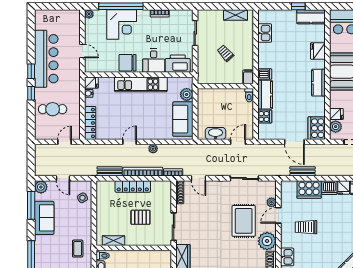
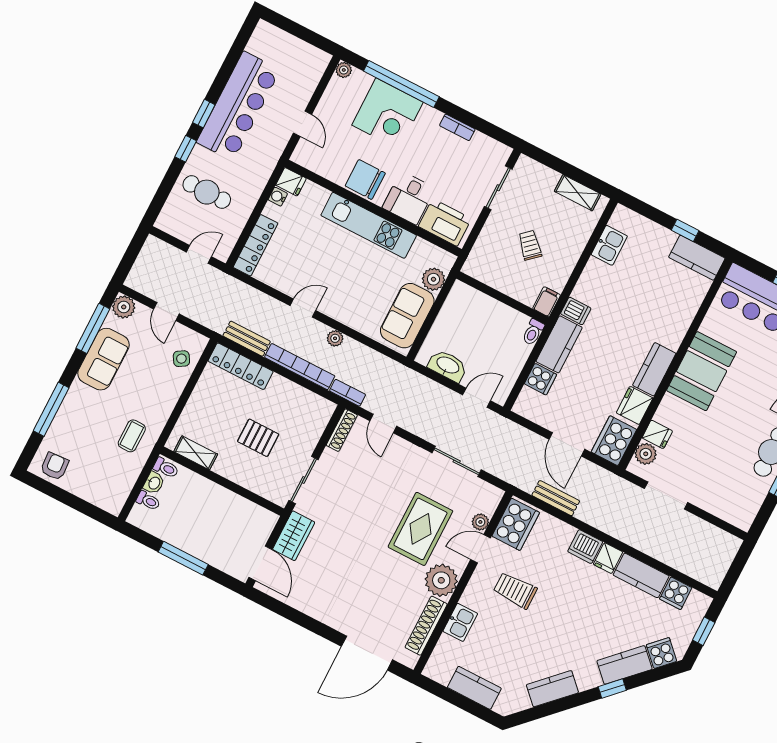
fridge: (318, 51) -> (635, 405), moved
locker: (133, 186) -> (241, 366), moved
cooker: (309, 190) -> (516, 524), moved, turned -90

